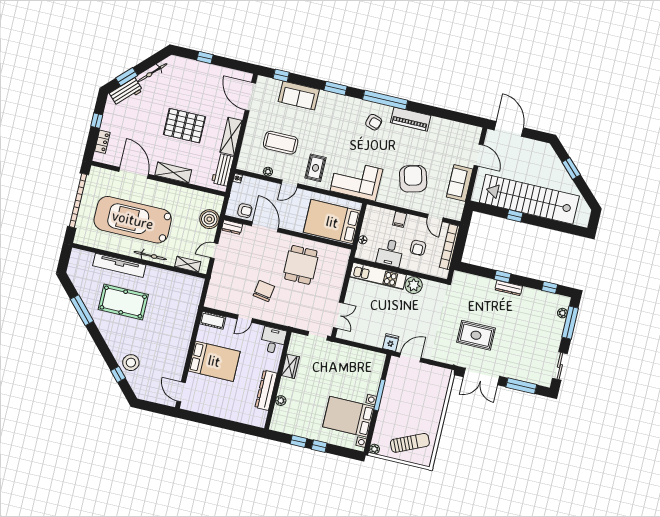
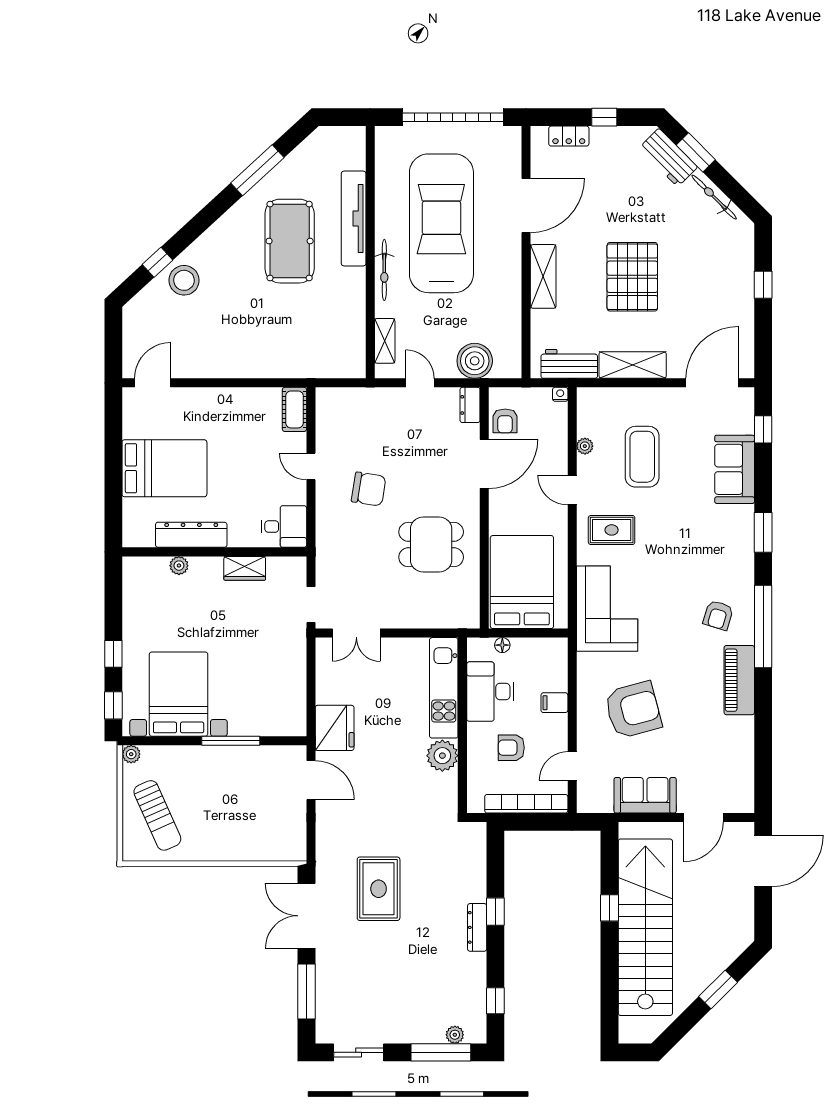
desk: (390, 253) -> (490, 692), width x1.37
fridge: (391, 342) -> (335, 728), width x1.88, depth x1.34
bed: (214, 361) -> (164, 468), moved, turned -90
window: (299, 441) -> (113, 705), moved

